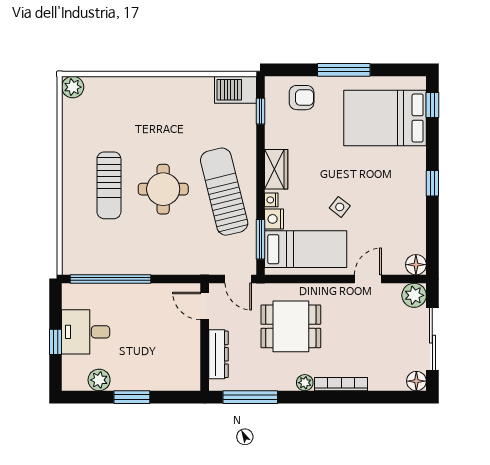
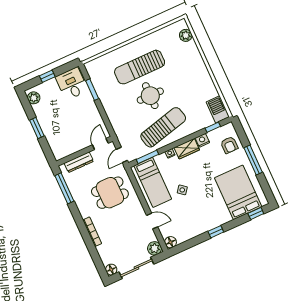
plant: (73, 87) -> (186, 35), moved
sun lounger: (109, 185) -> (140, 67), width x1.36, depth x1.34
nightstand: (274, 219) -> (202, 140), moved
window: (110, 279) -> (92, 90), width x0.47
dining table: (291, 326) -> (110, 193), turned 90
desk: (86, 332) -> (72, 84), moved
plant: (99, 380) -> (34, 98), moved
plant: (305, 383) -> (84, 213), removed

